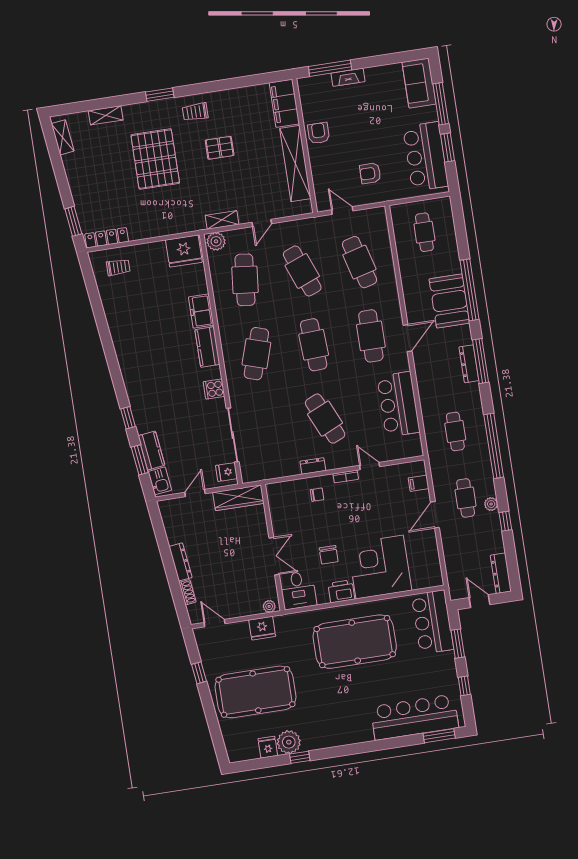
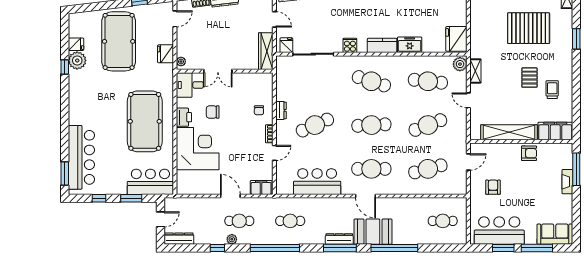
trolley: (195, 112) -> (552, 90), moved
booth: (449, 301) -> (373, 232), moved
filing cabinet: (419, 483) -> (261, 187), width x2.00

